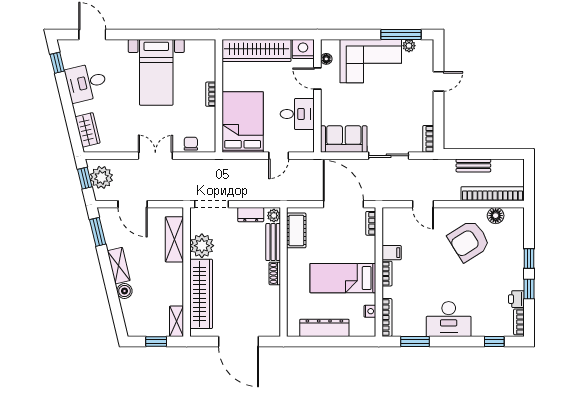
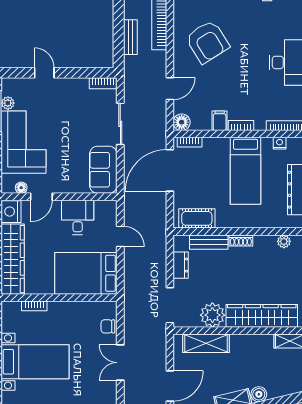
bookcase: (211, 94) -> (34, 306), moved
plant: (274, 216) -> (284, 241), moved
floor lamp: (496, 216) -> (182, 122), moved

